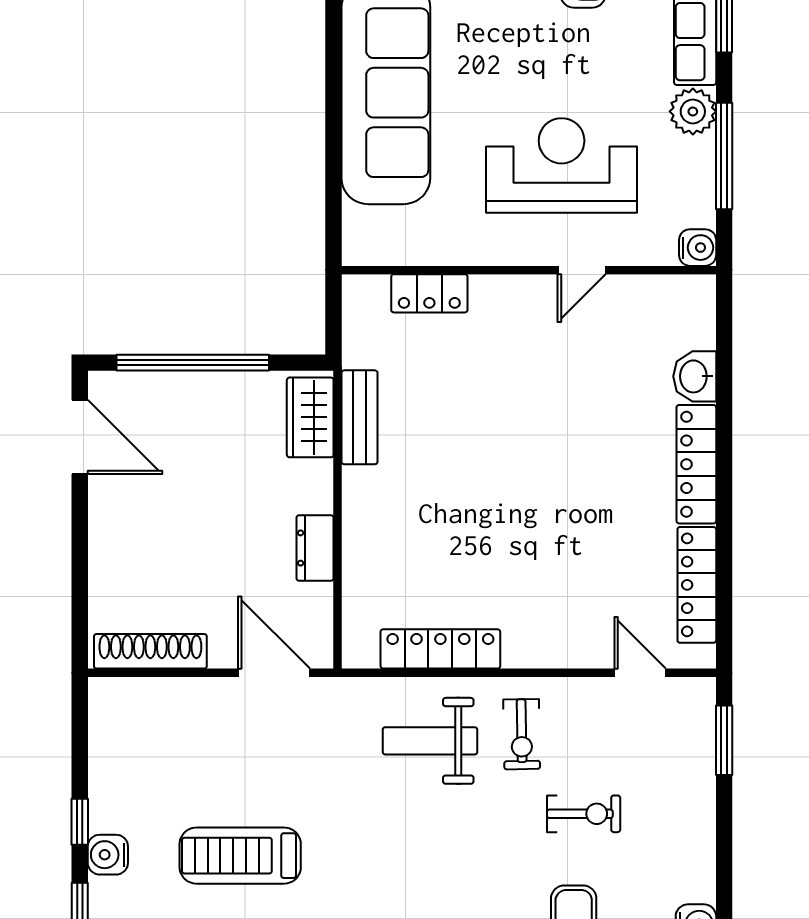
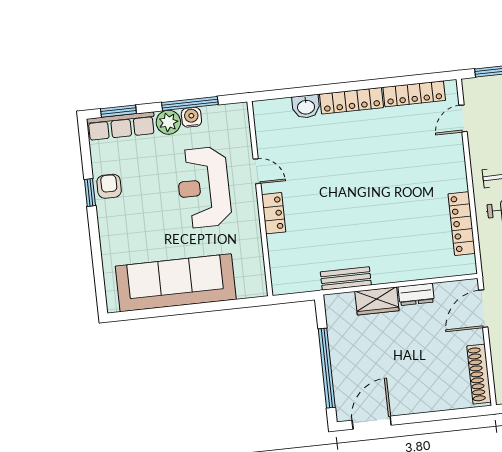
water cooler: (698, 248) -> (191, 117), moved
locker: (429, 293) -> (274, 213), moved
wardrobe: (310, 417) -> (377, 301), moved

